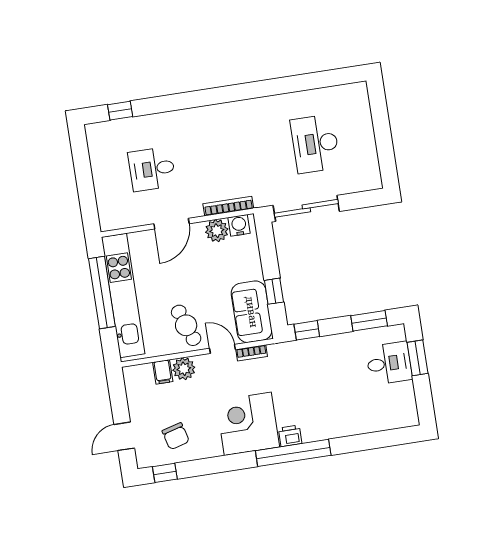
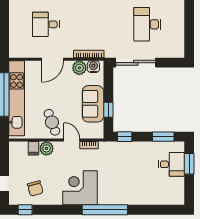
sofa: (252, 312) -> (93, 104), moved
printer: (290, 436) -> (105, 199), removed

